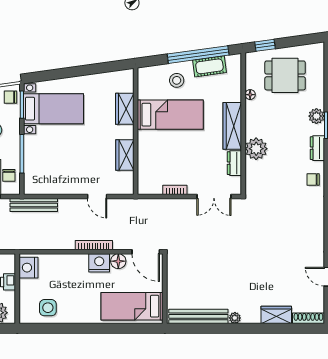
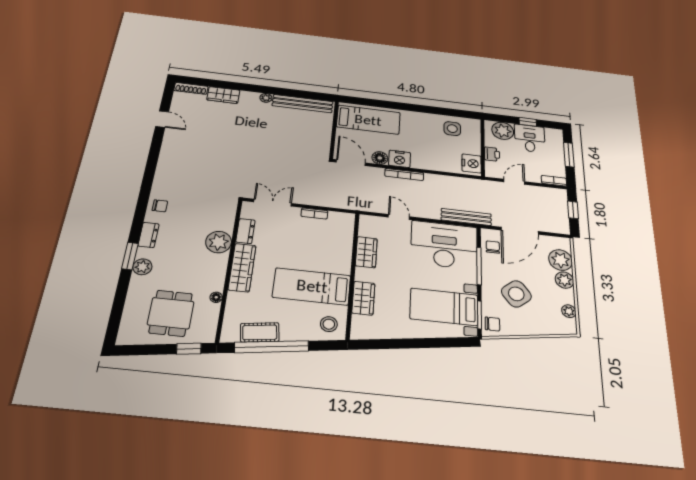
dining table: (285, 75) -> (171, 313), turned 90
stool: (177, 80) -> (329, 324), moved
desk: (54, 172) -> (444, 245), added

